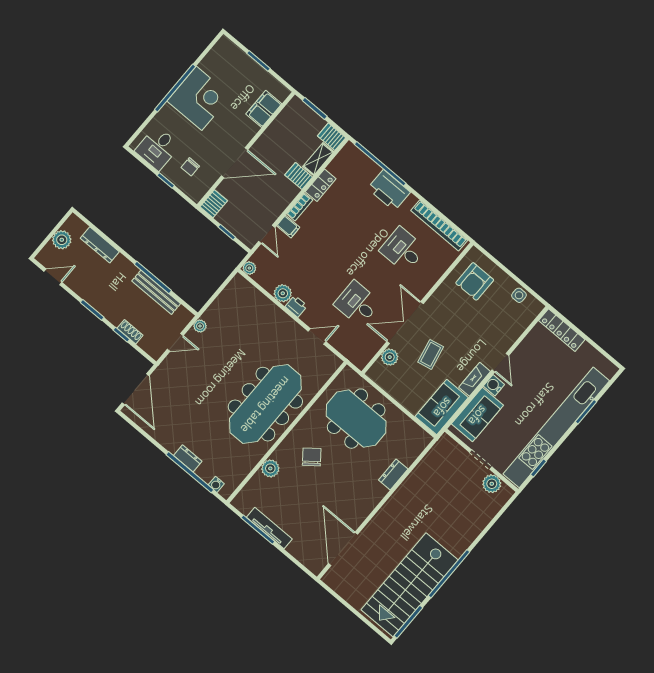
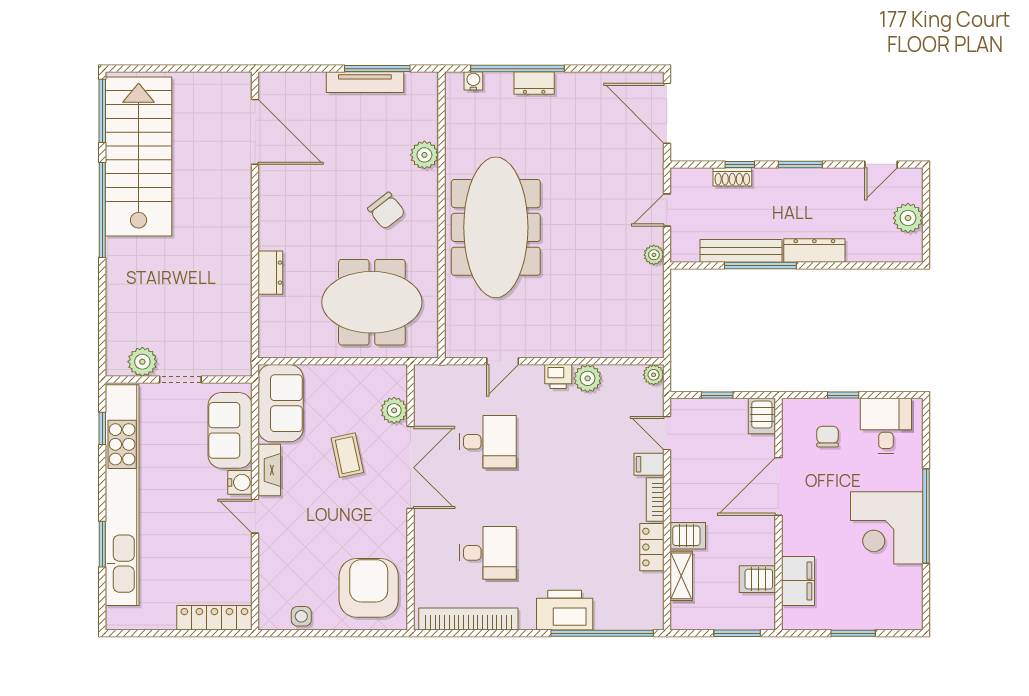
server rack: (332, 137) -> (757, 579), moved, turned 180
dresser: (100, 245) -> (814, 250), moved
armchair: (475, 281) -> (369, 588), width x1.36, depth x1.36

